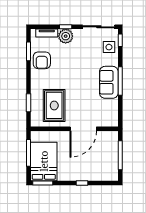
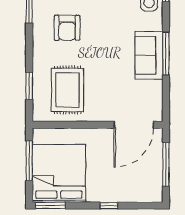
armchair: (42, 60) -> (67, 28), moved
door: (83, 129) -> (134, 125), moved
bed: (44, 161) -> (59, 173), width x1.36

